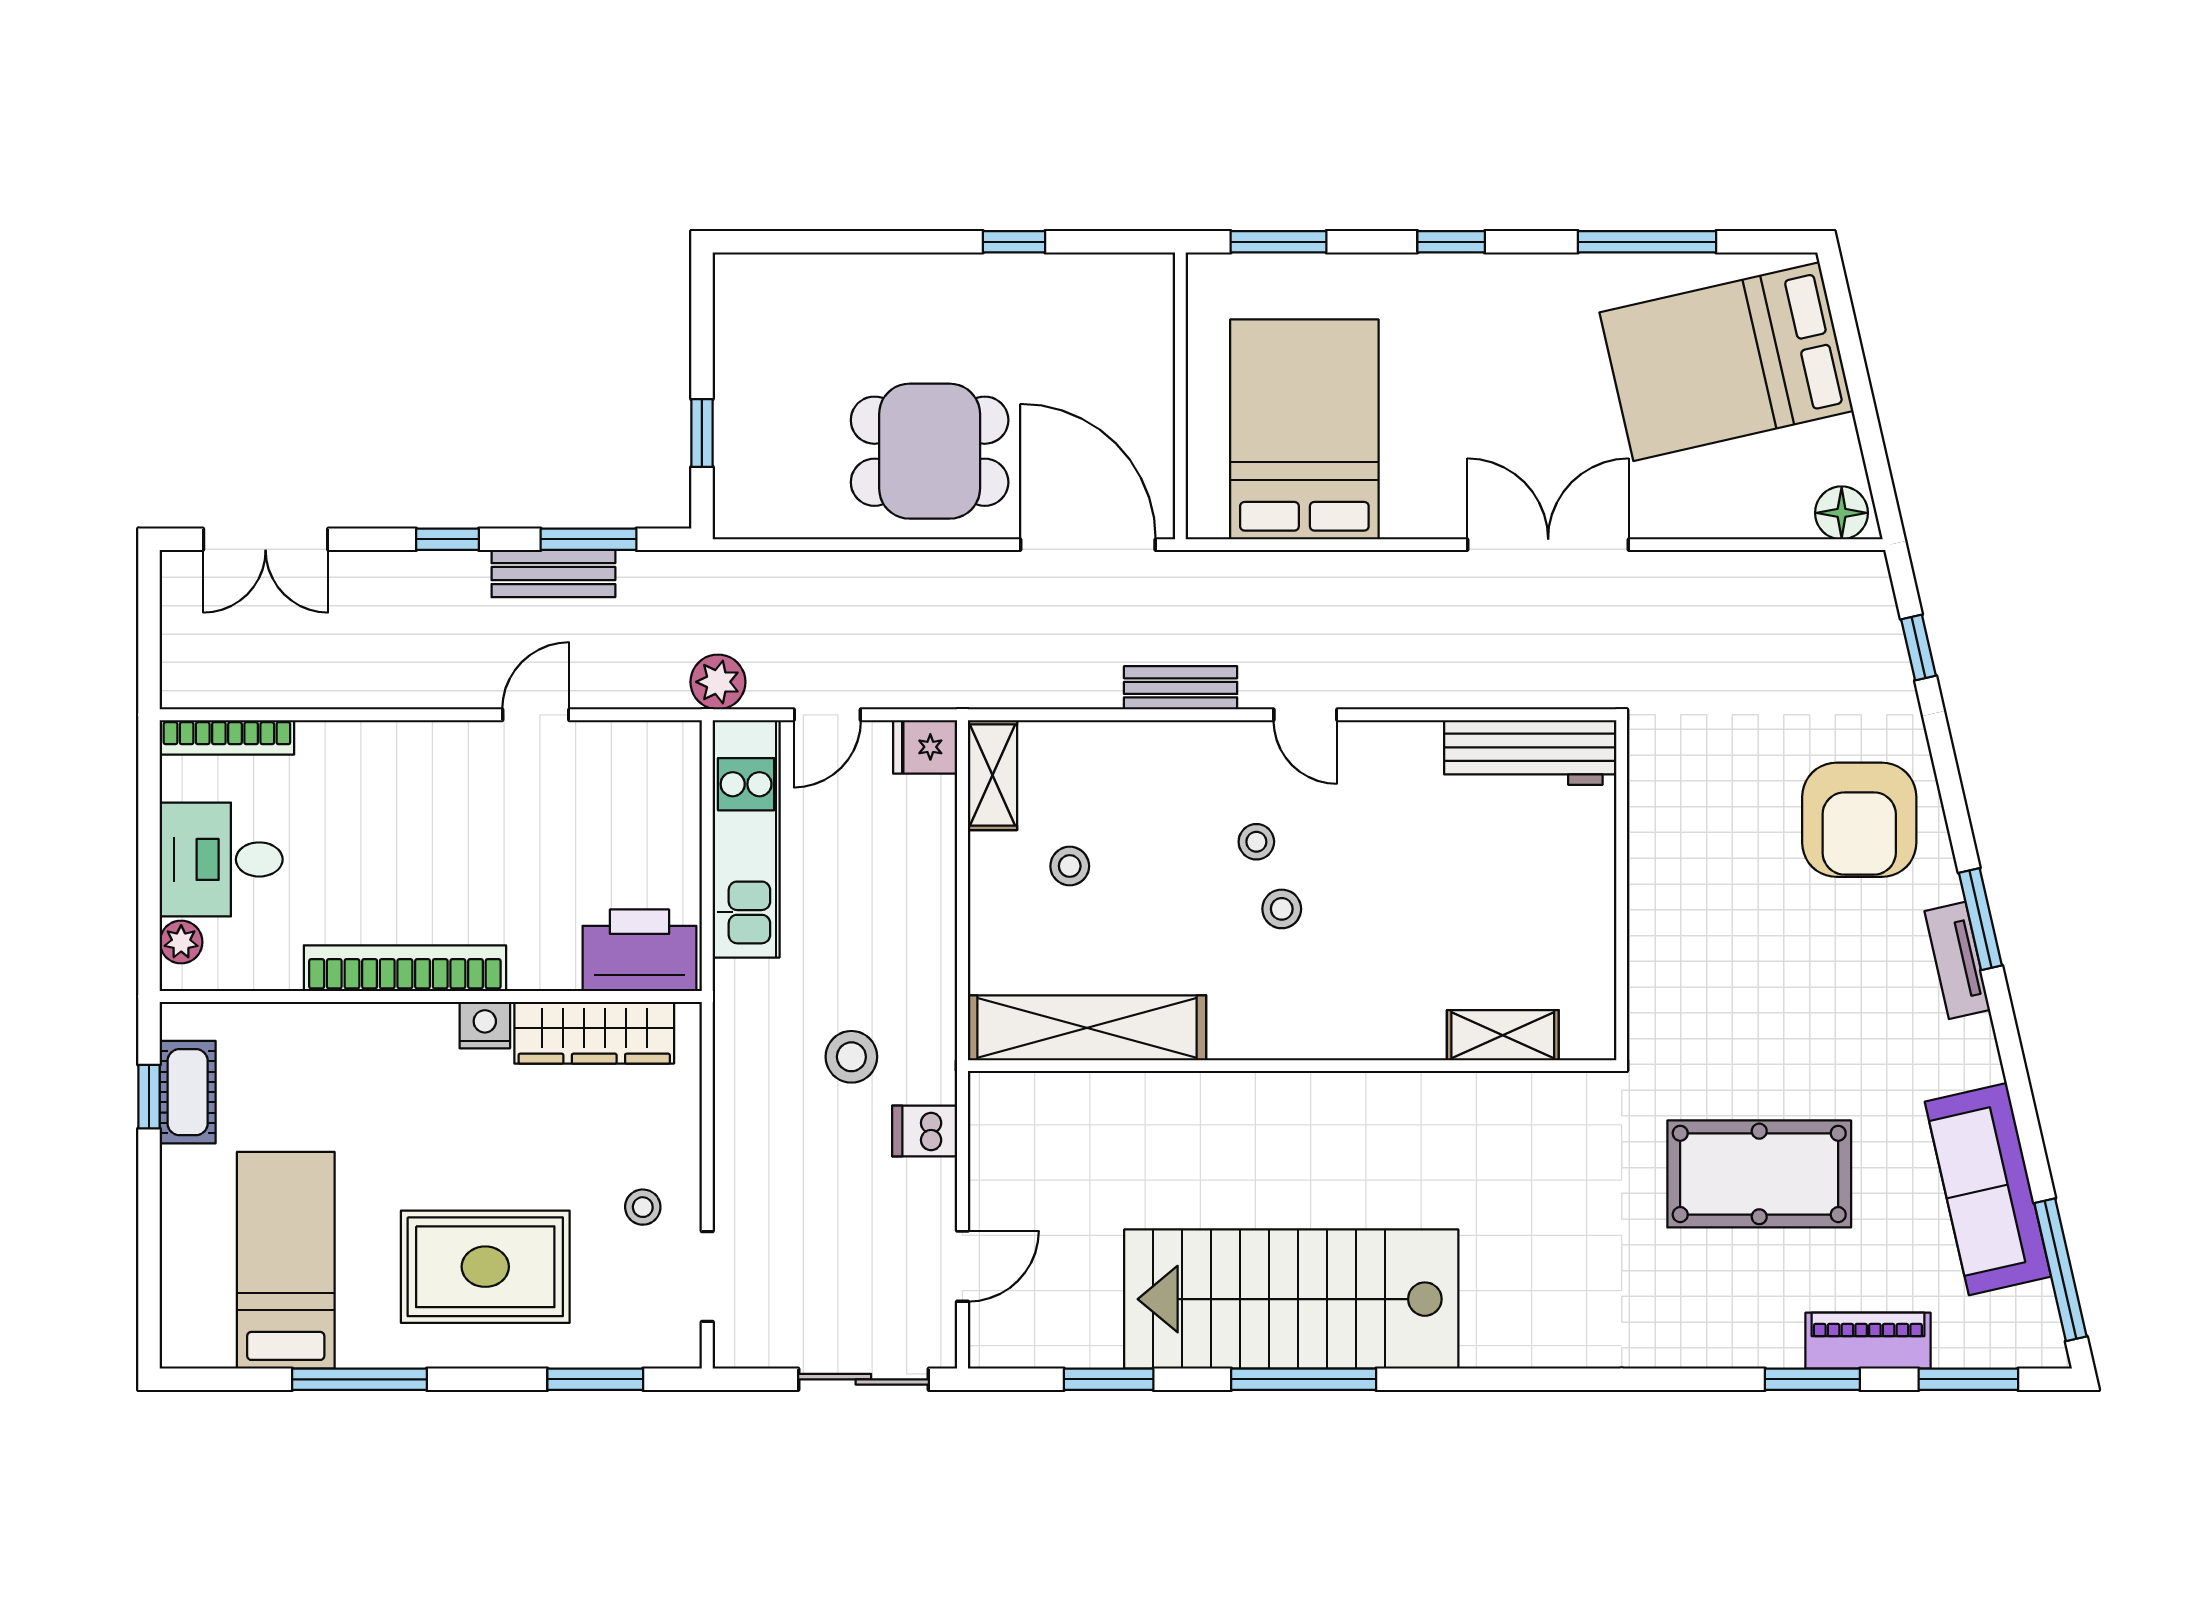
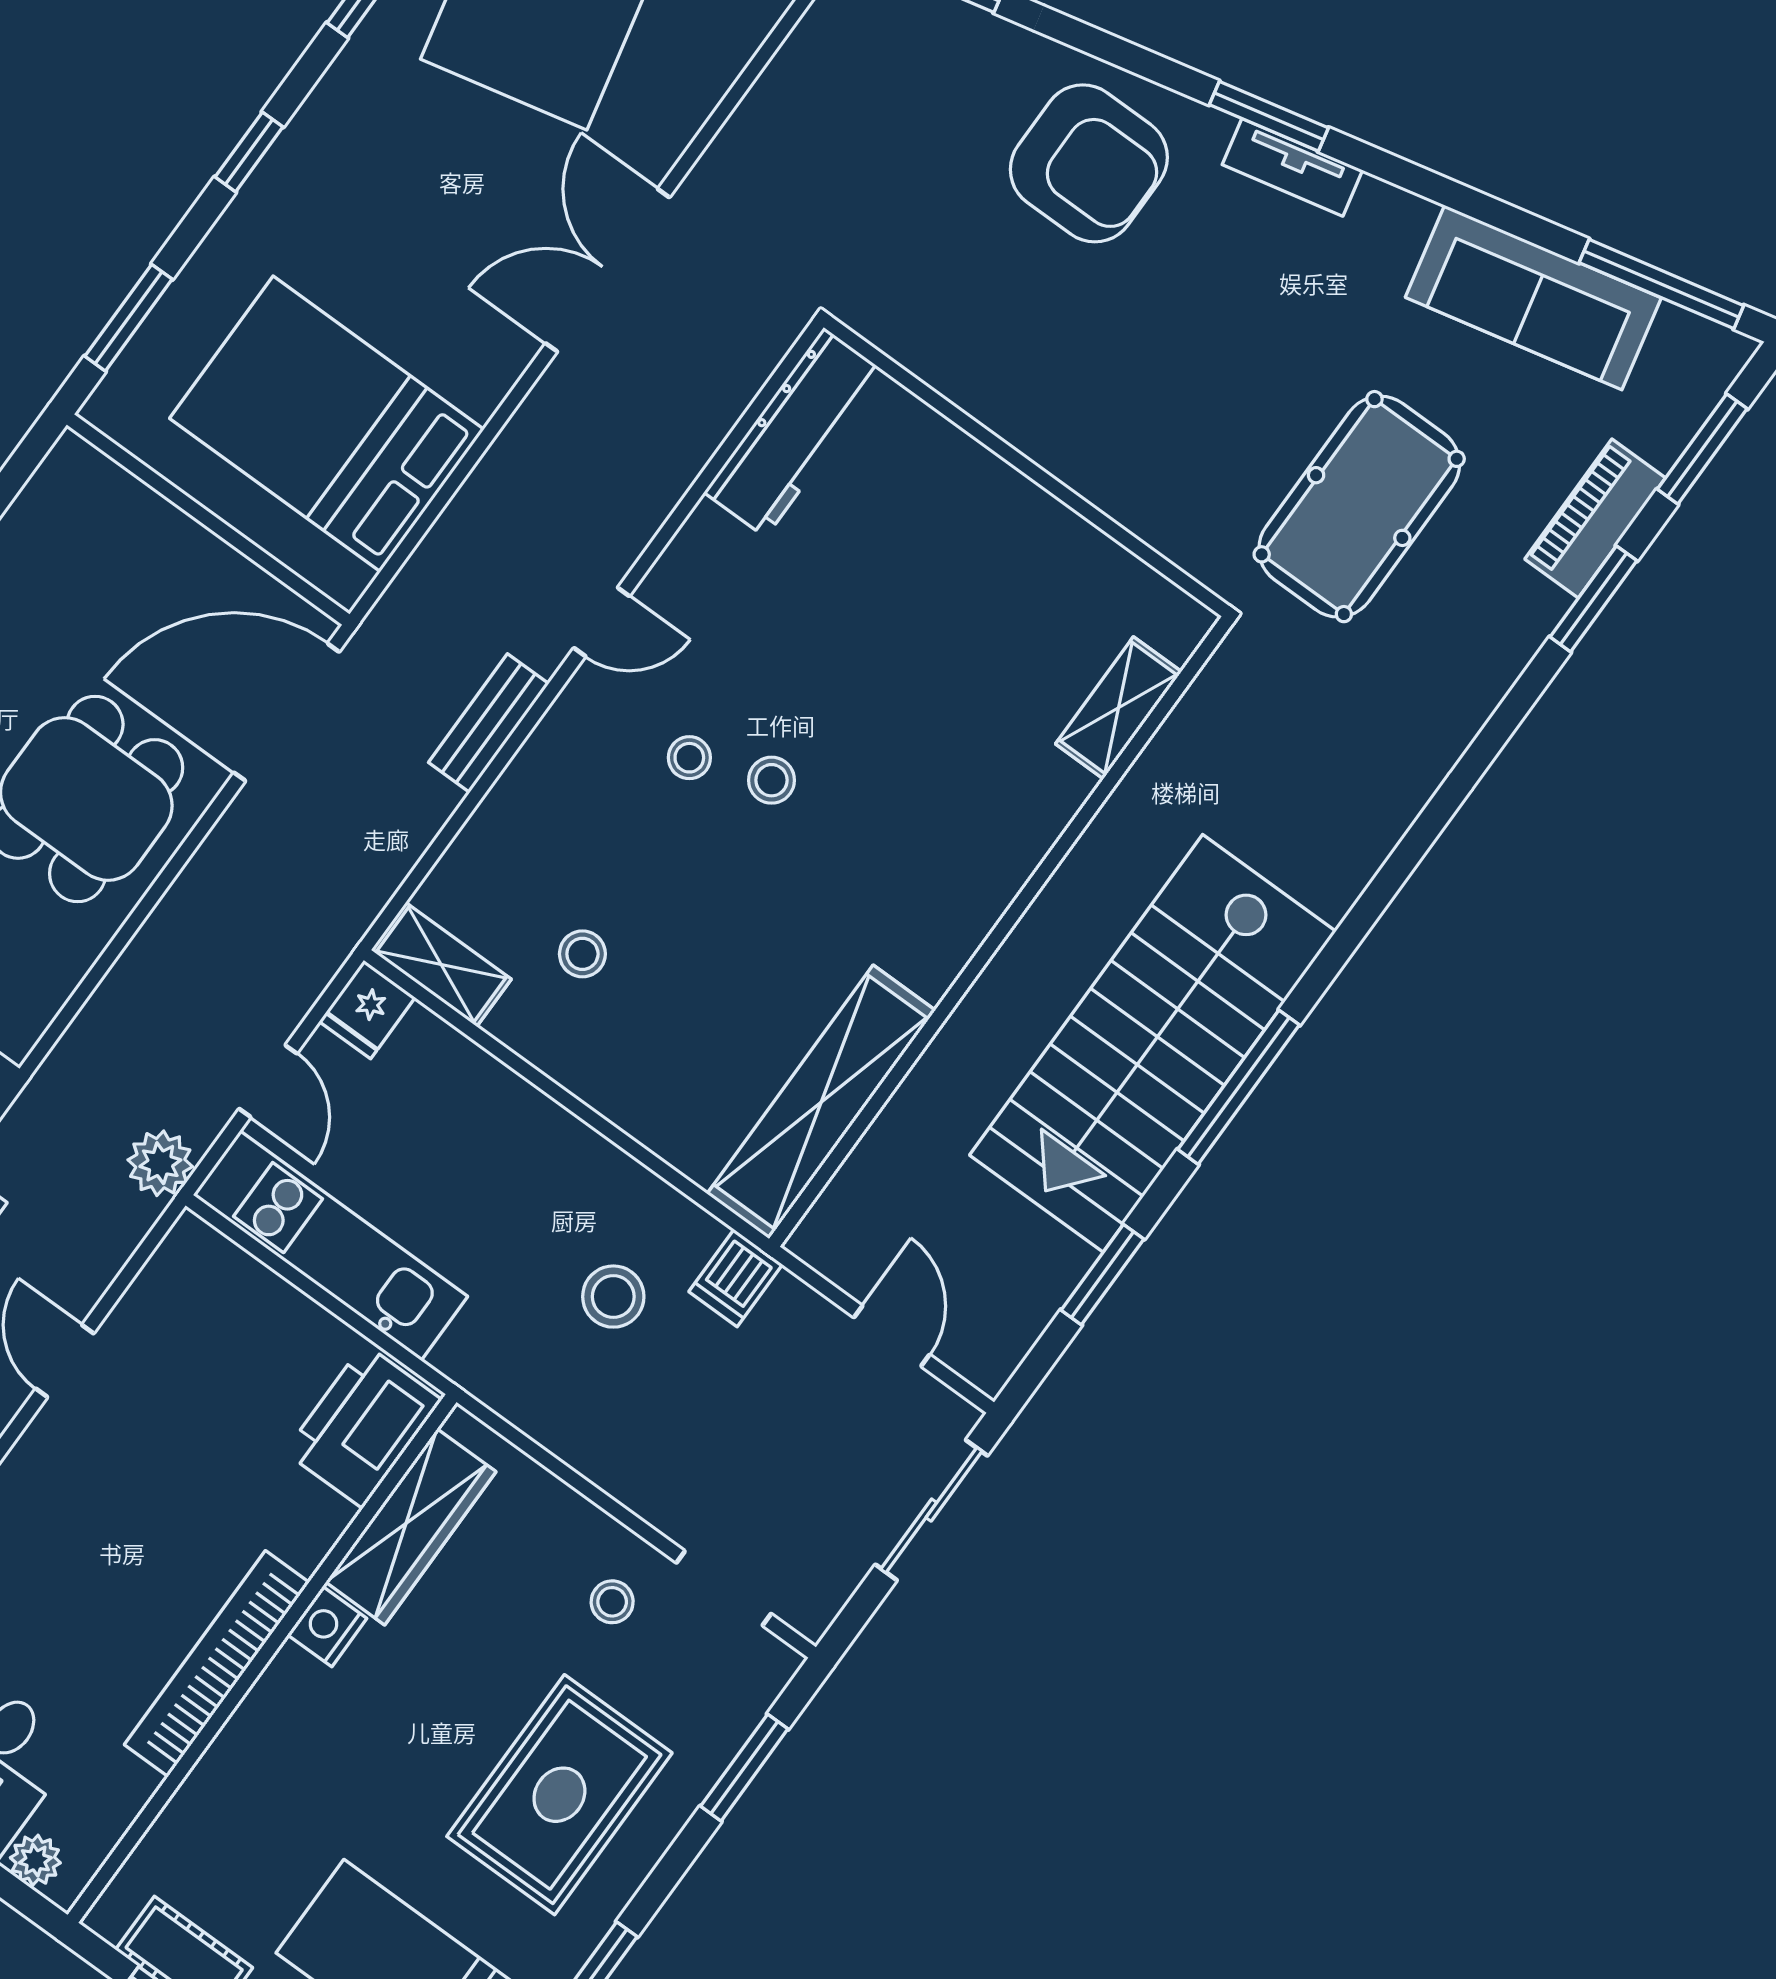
shelving: (1087, 1028) -> (821, 1102), moved
shelving: (1503, 1035) -> (1119, 708), moved
wall: (1292, 1066) -> (1001, 932), moved

